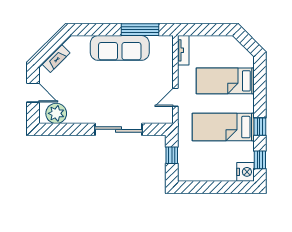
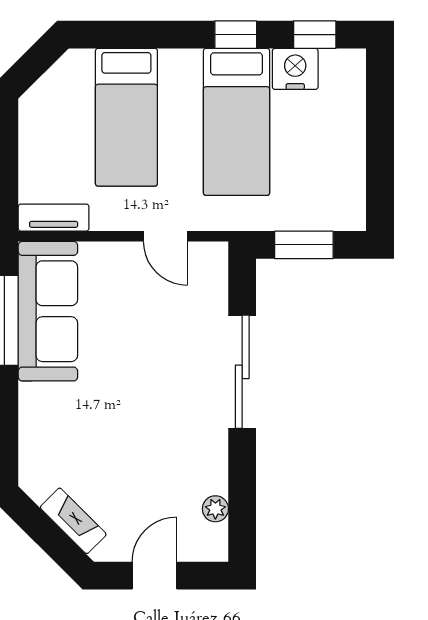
sofa: (120, 48) -> (48, 311), moved
plant: (56, 113) -> (215, 509), width x0.53, depth x0.53
window: (172, 155) -> (304, 245), width x1.50
nightstand: (246, 172) -> (295, 69), moved

